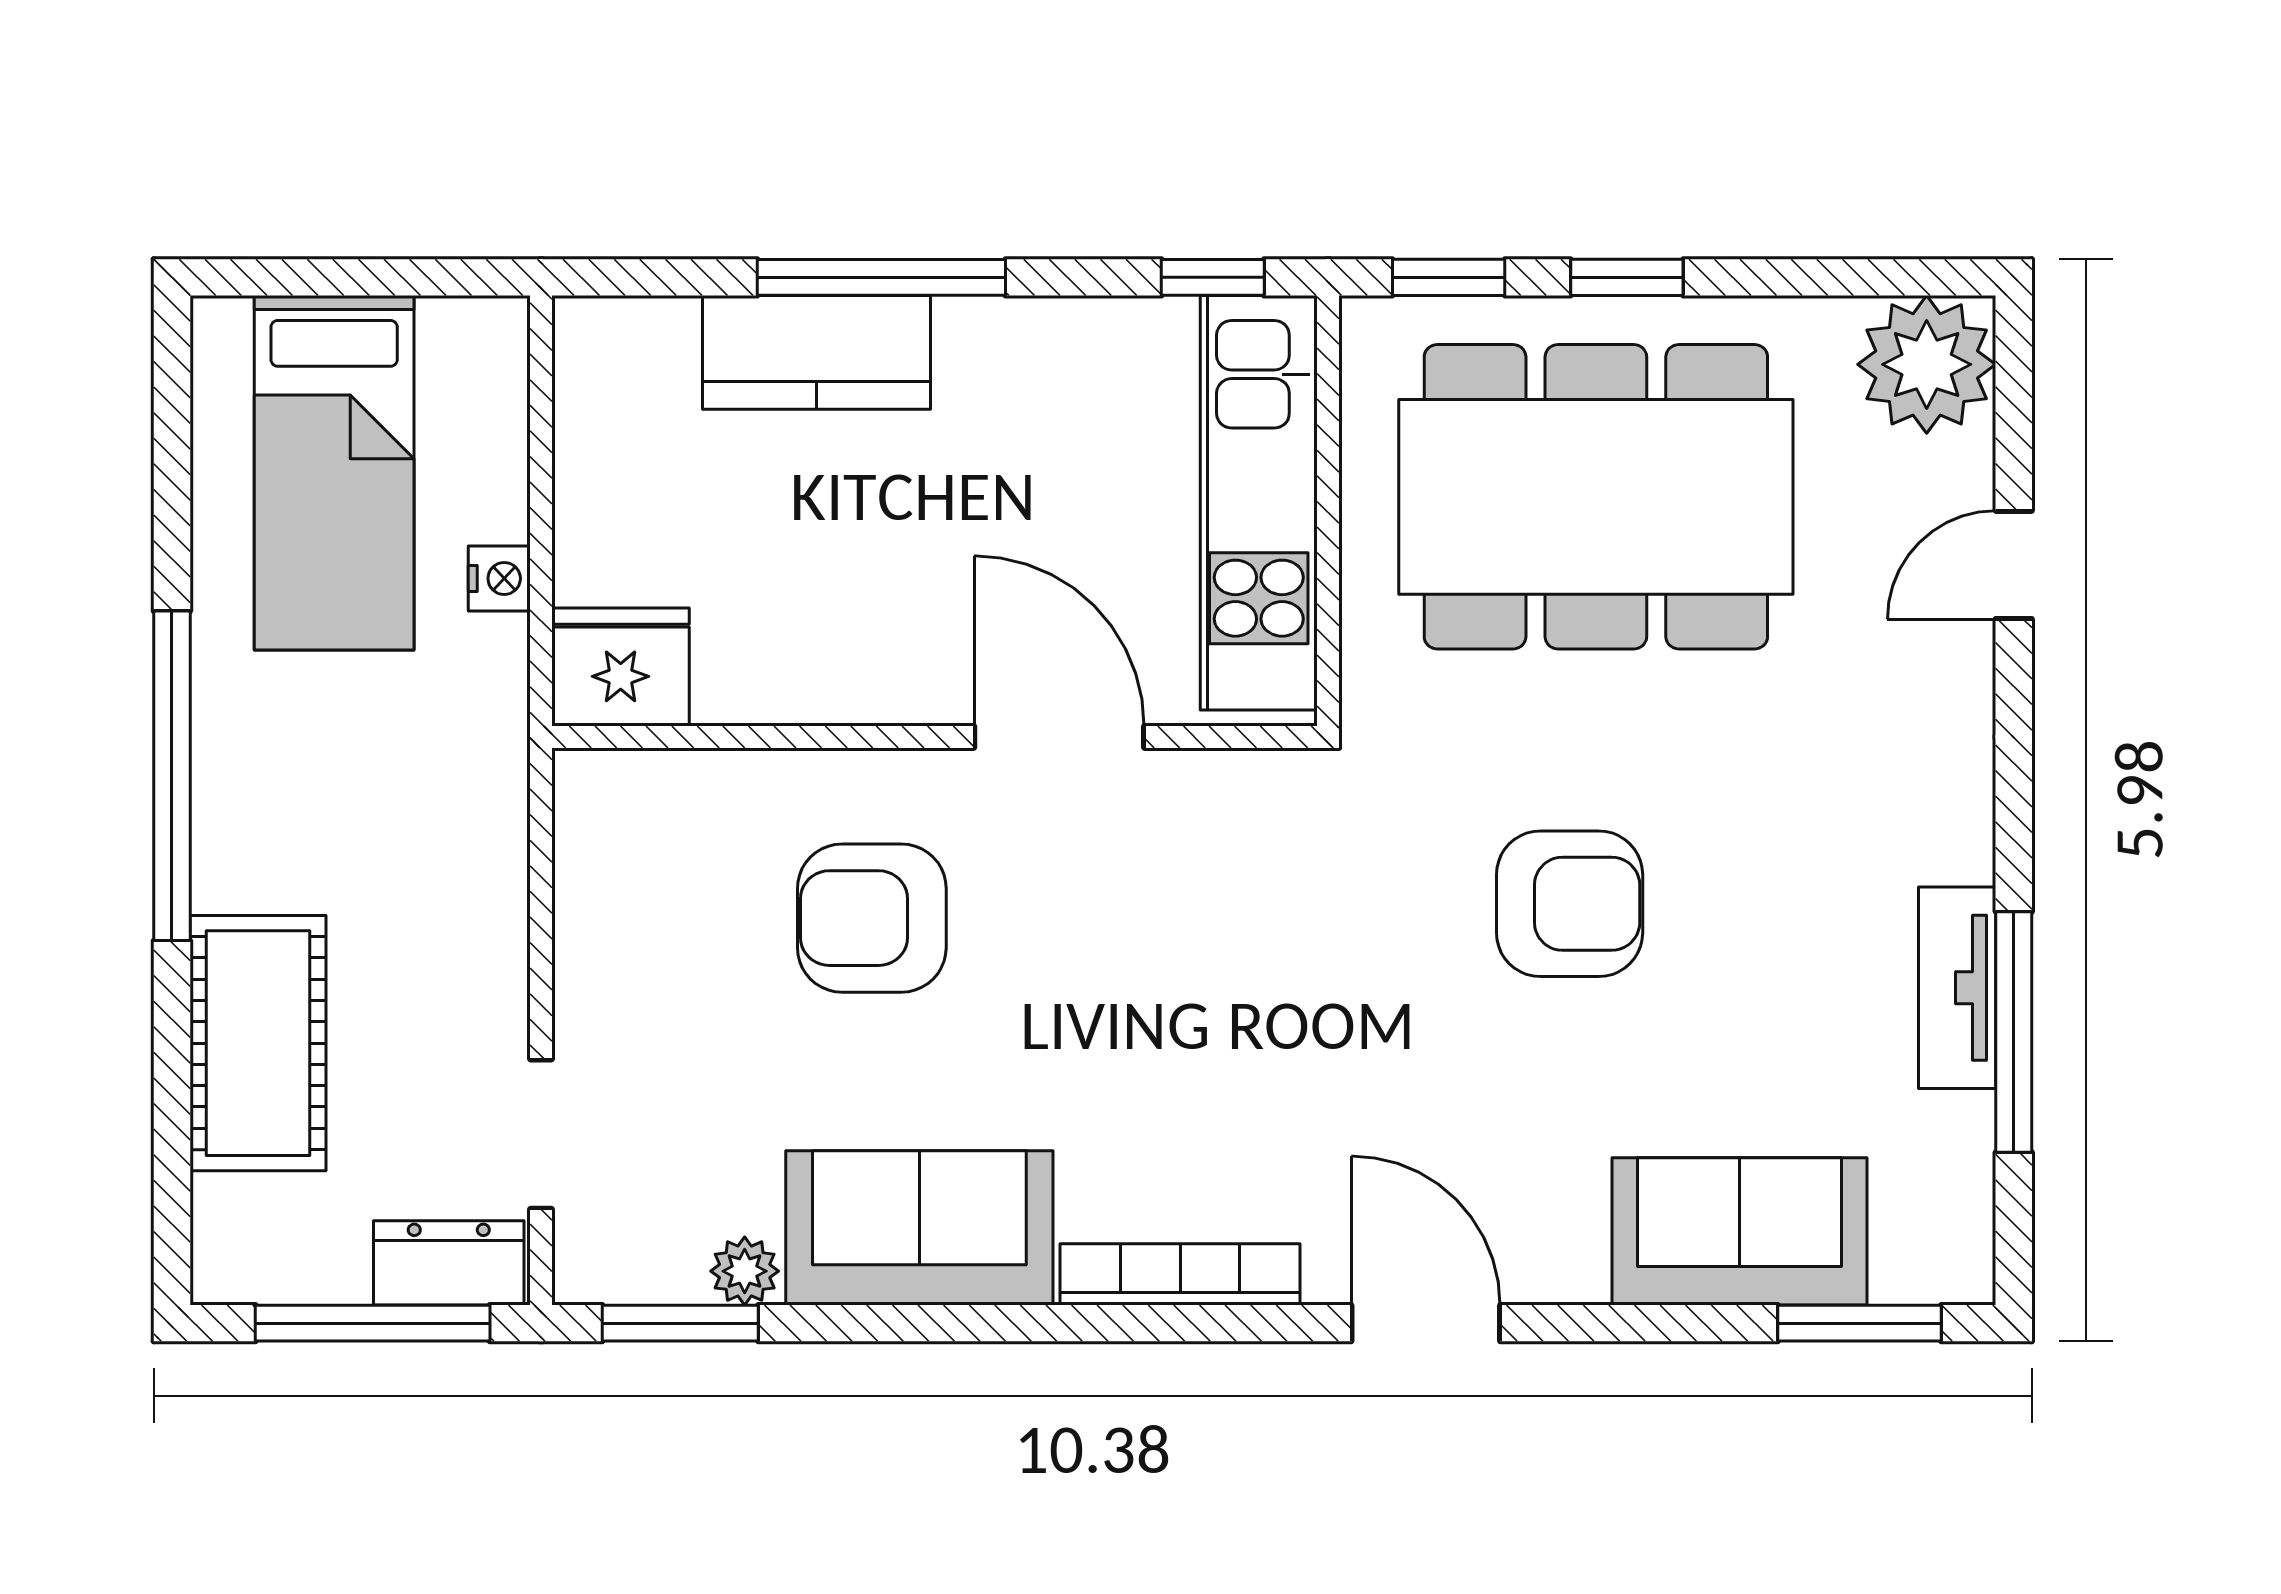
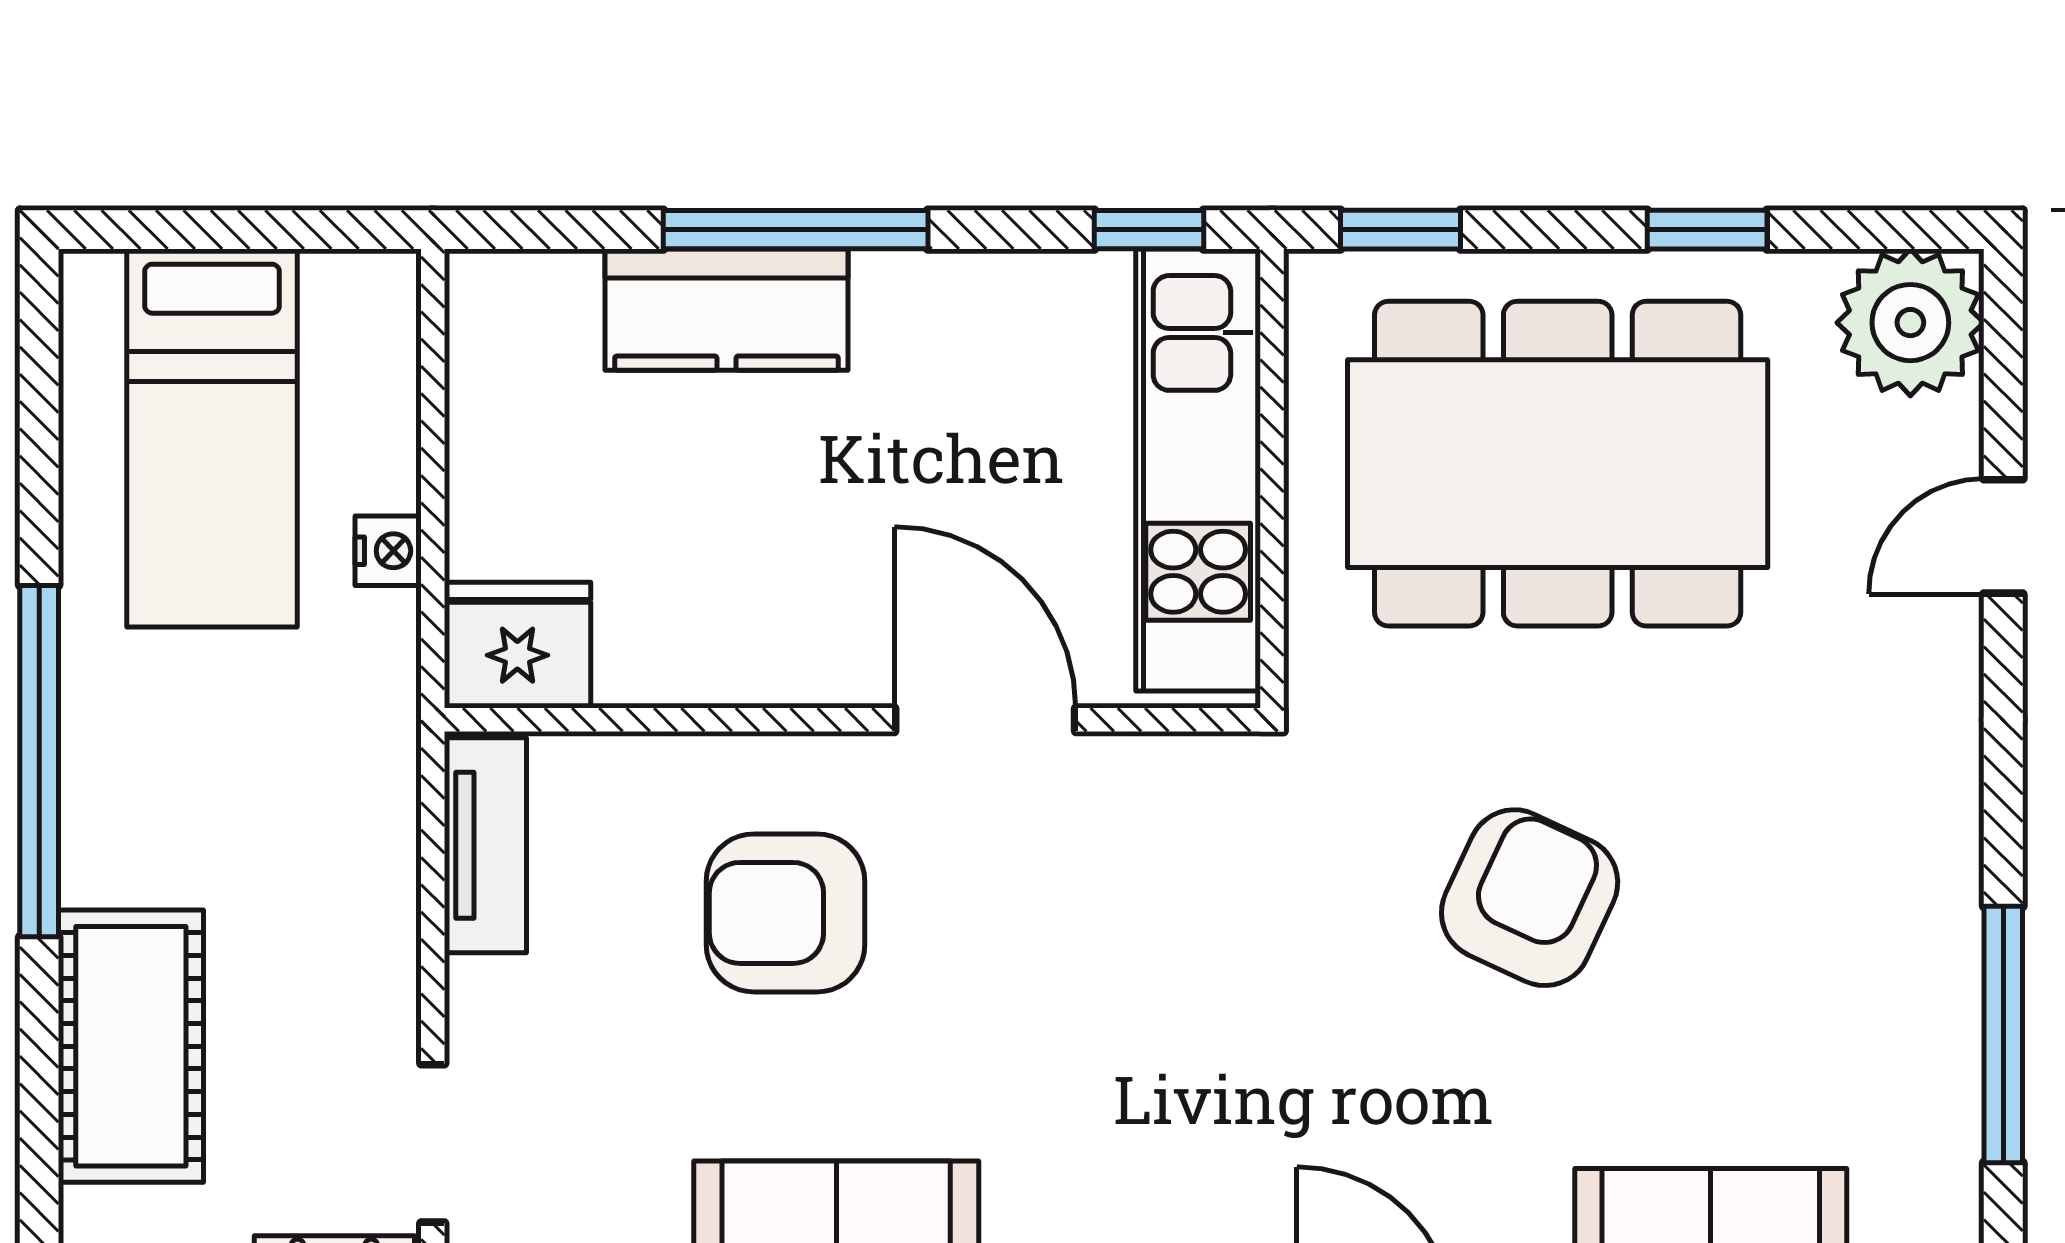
window: (1627, 277) -> (1707, 230), moved
armchair: (1570, 904) -> (1530, 898), turned -65
tv unit: (1957, 988) -> (485, 845), moved, turned 180

